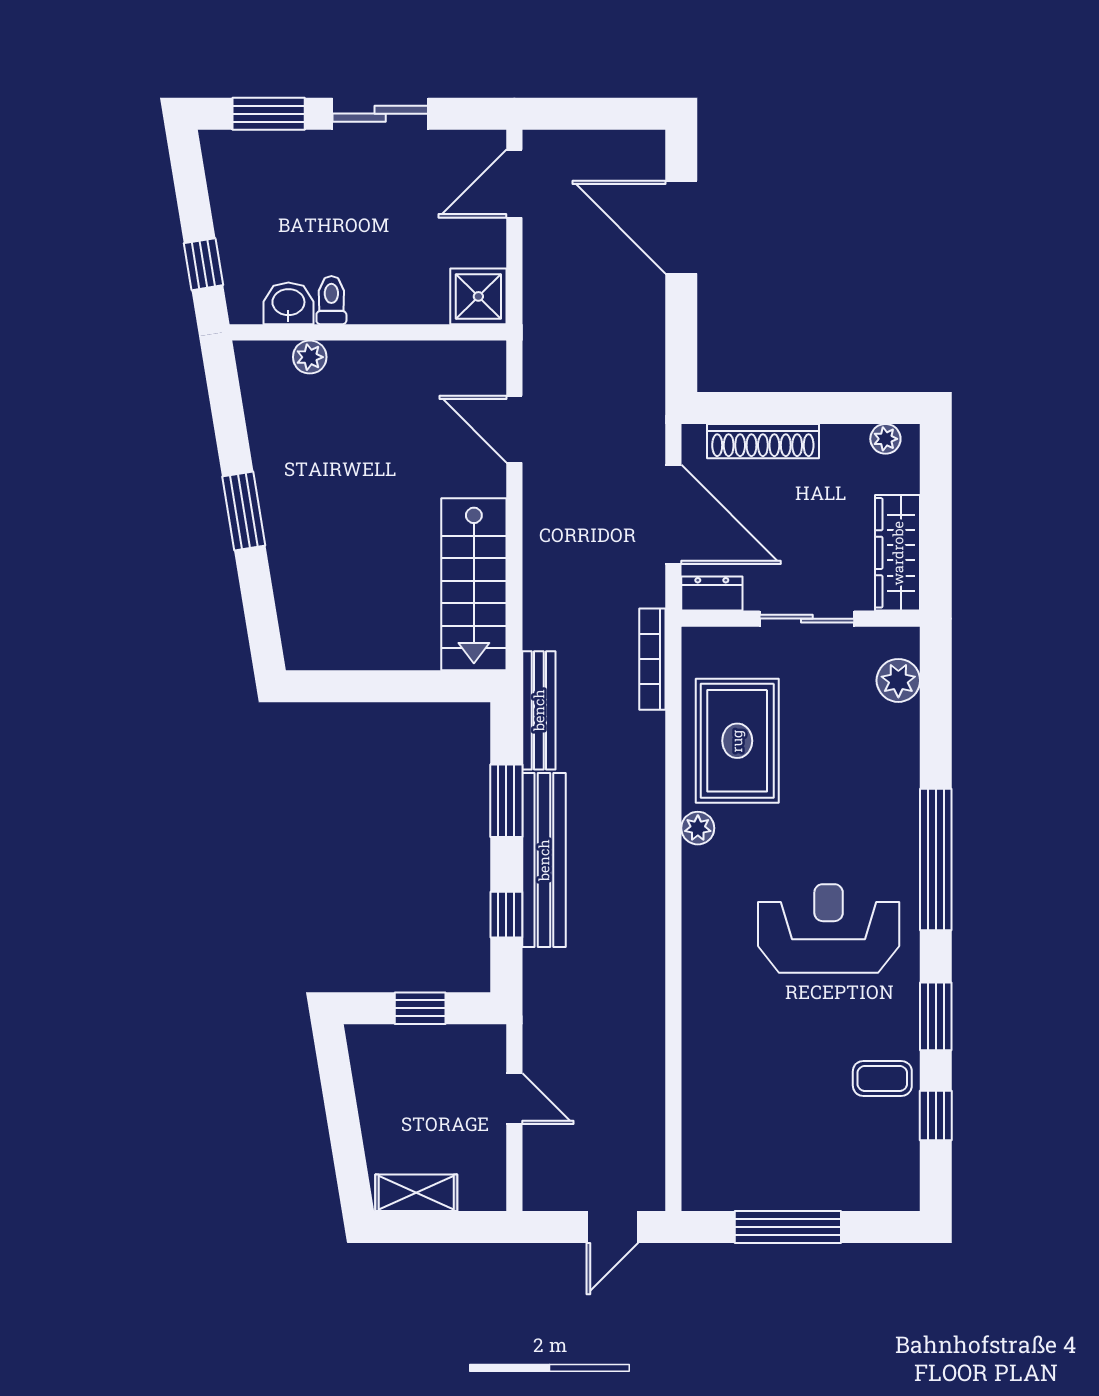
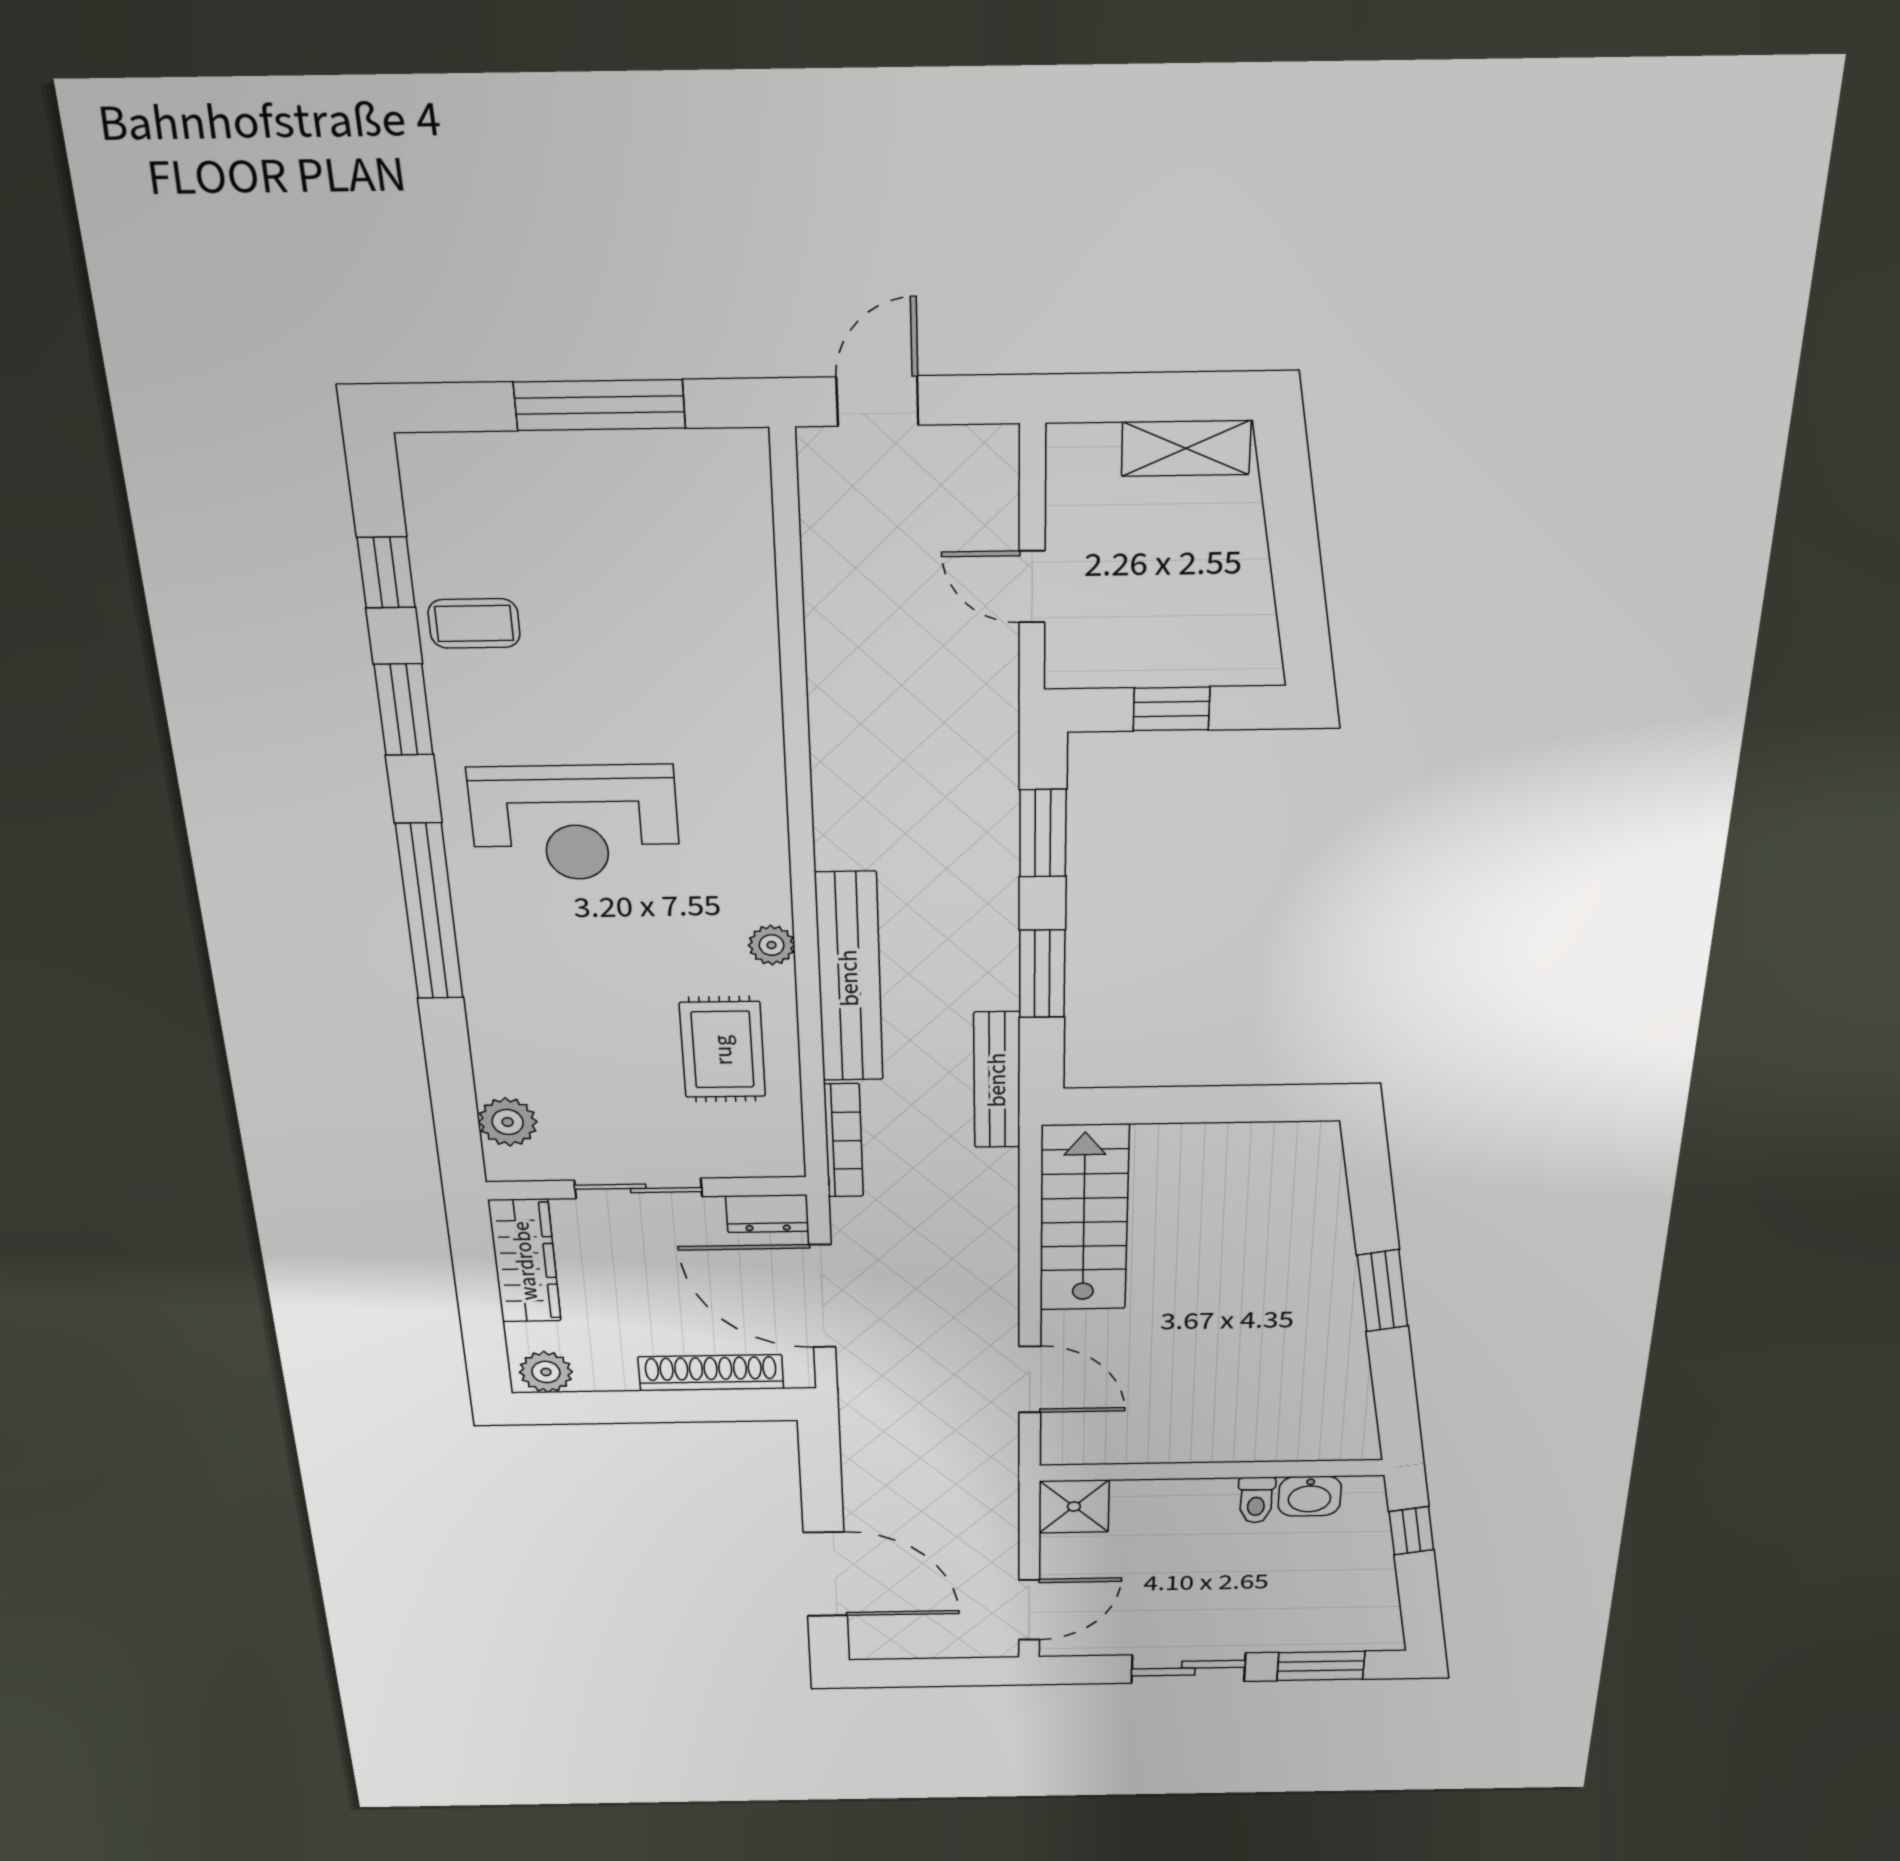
plant: (310, 357) -> (1287, 1446), removed
plant: (885, 439) -> (546, 1372), width x1.38, depth x1.38
rug: (737, 741) -> (723, 1050), width x0.73, depth x0.70
bench: (544, 860) -> (849, 978), moved
window: (506, 915) -> (1043, 833), width x1.50

